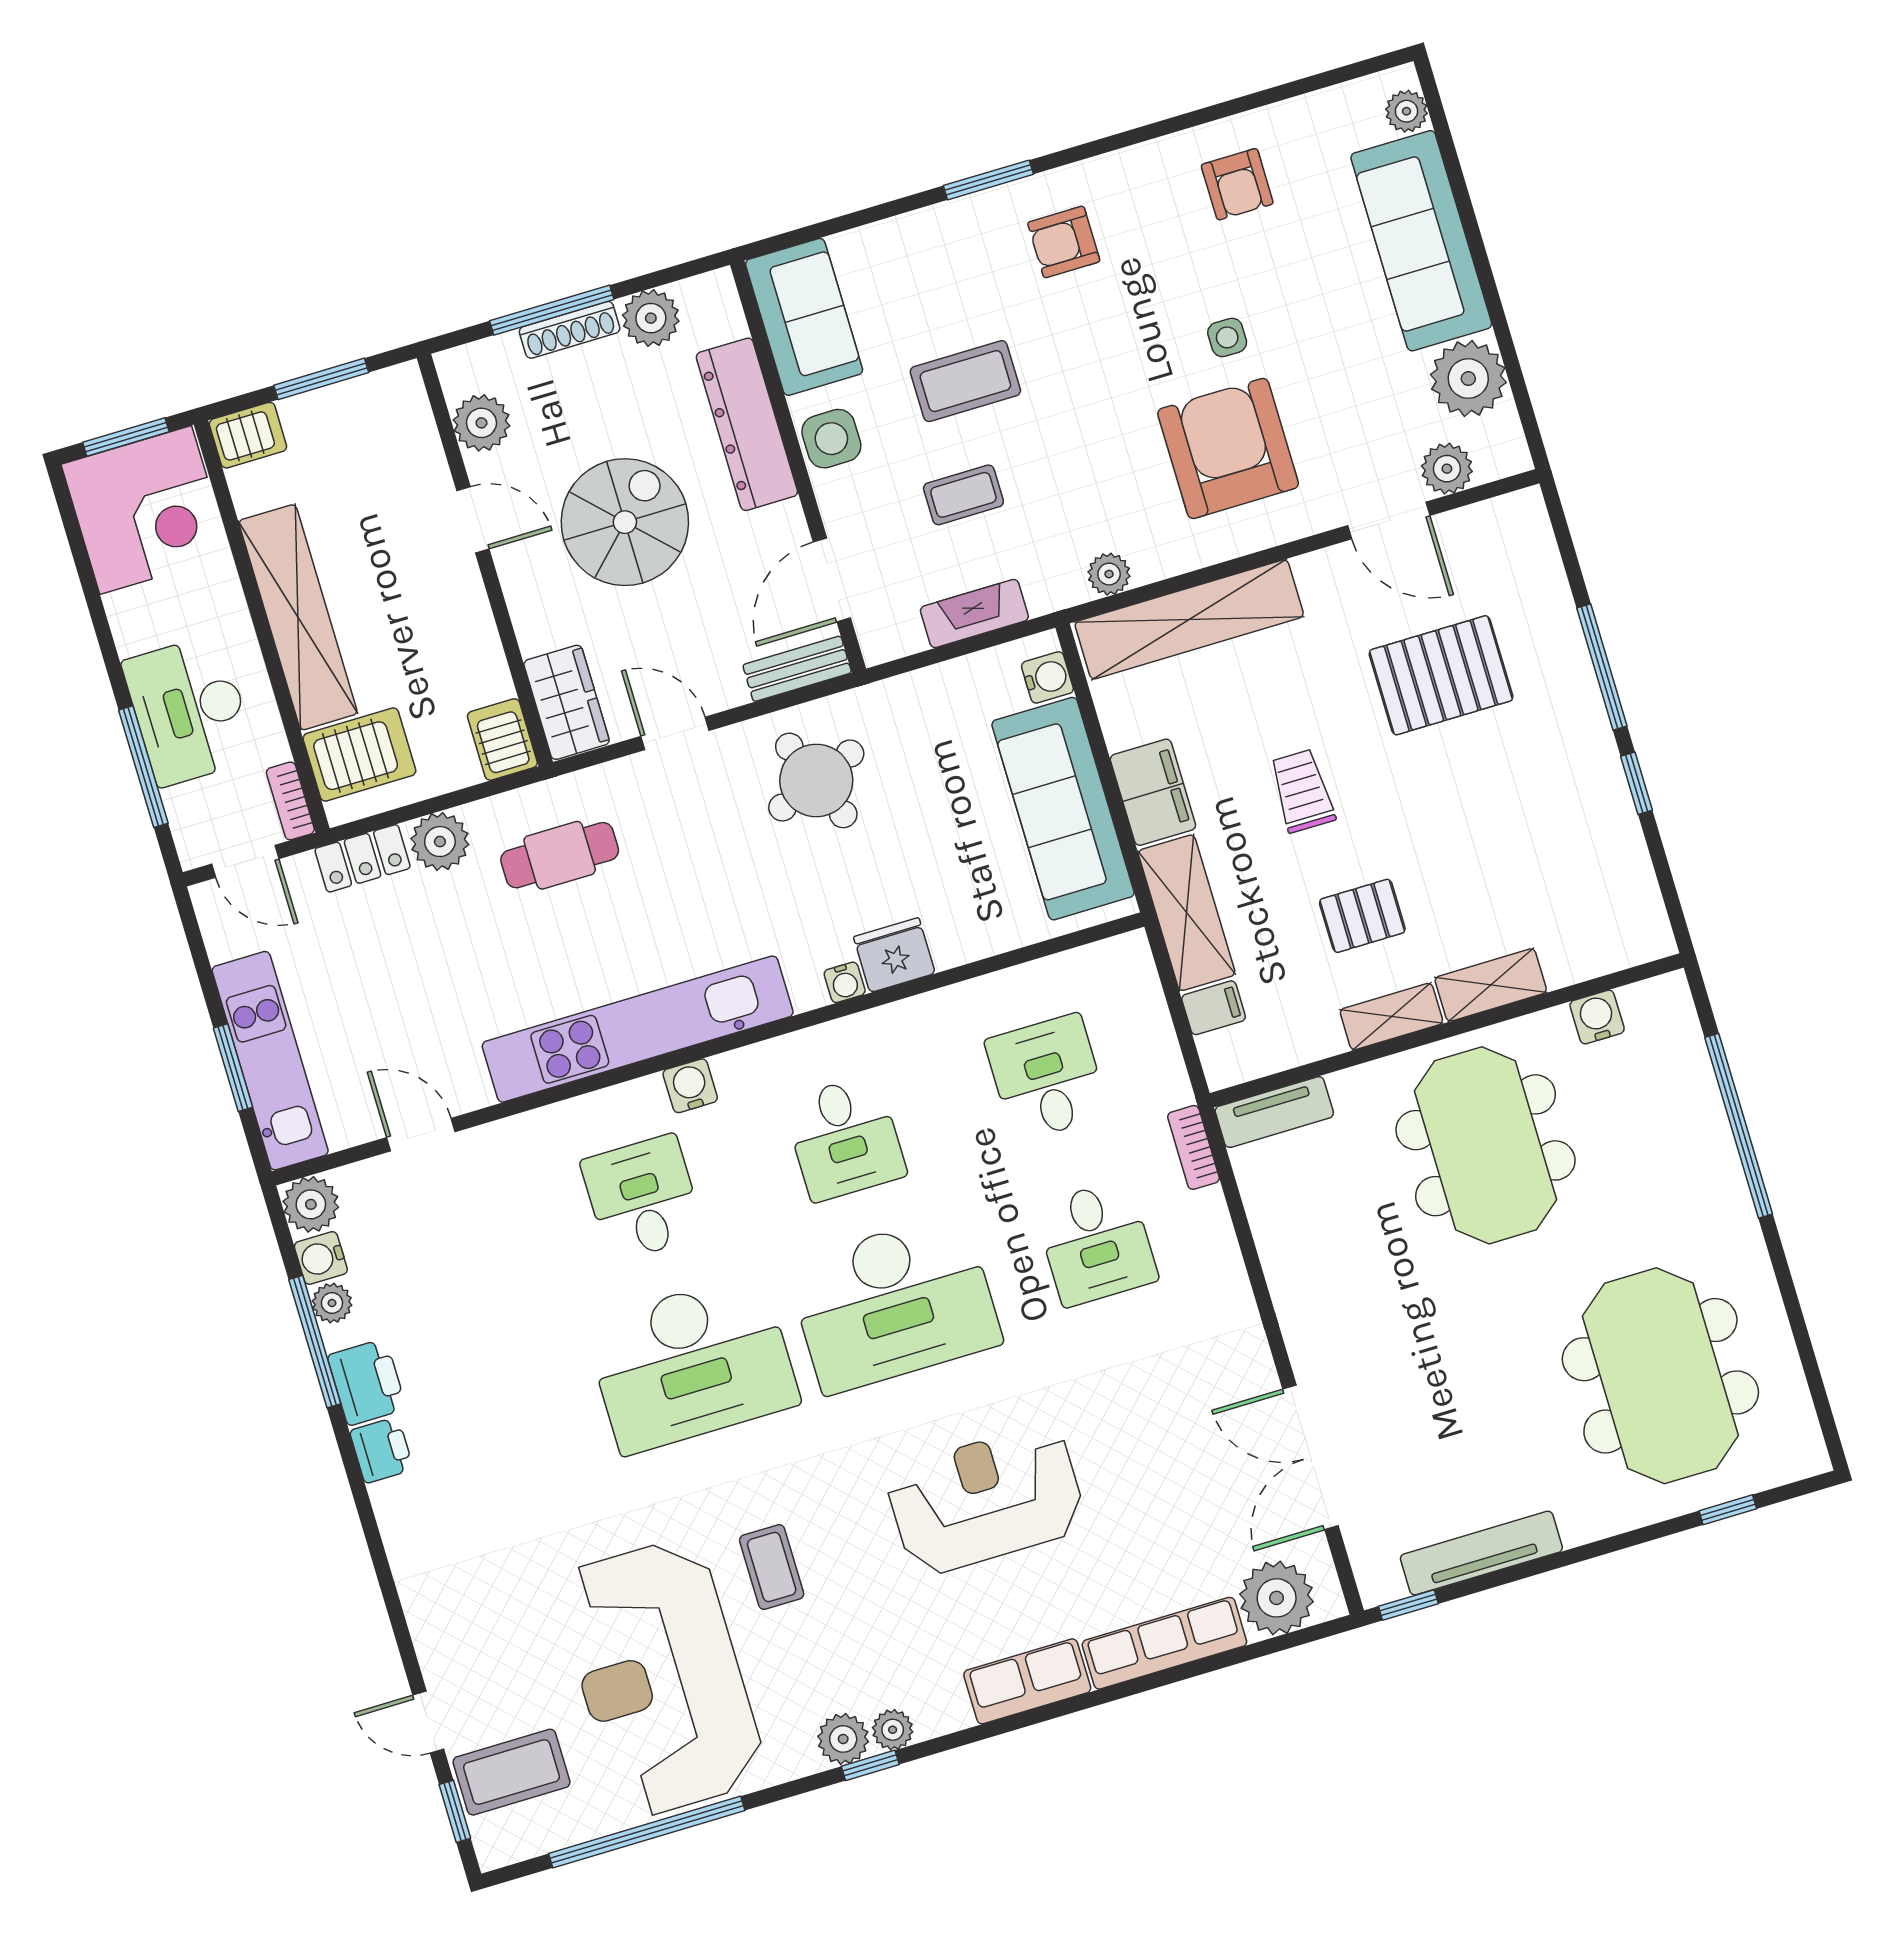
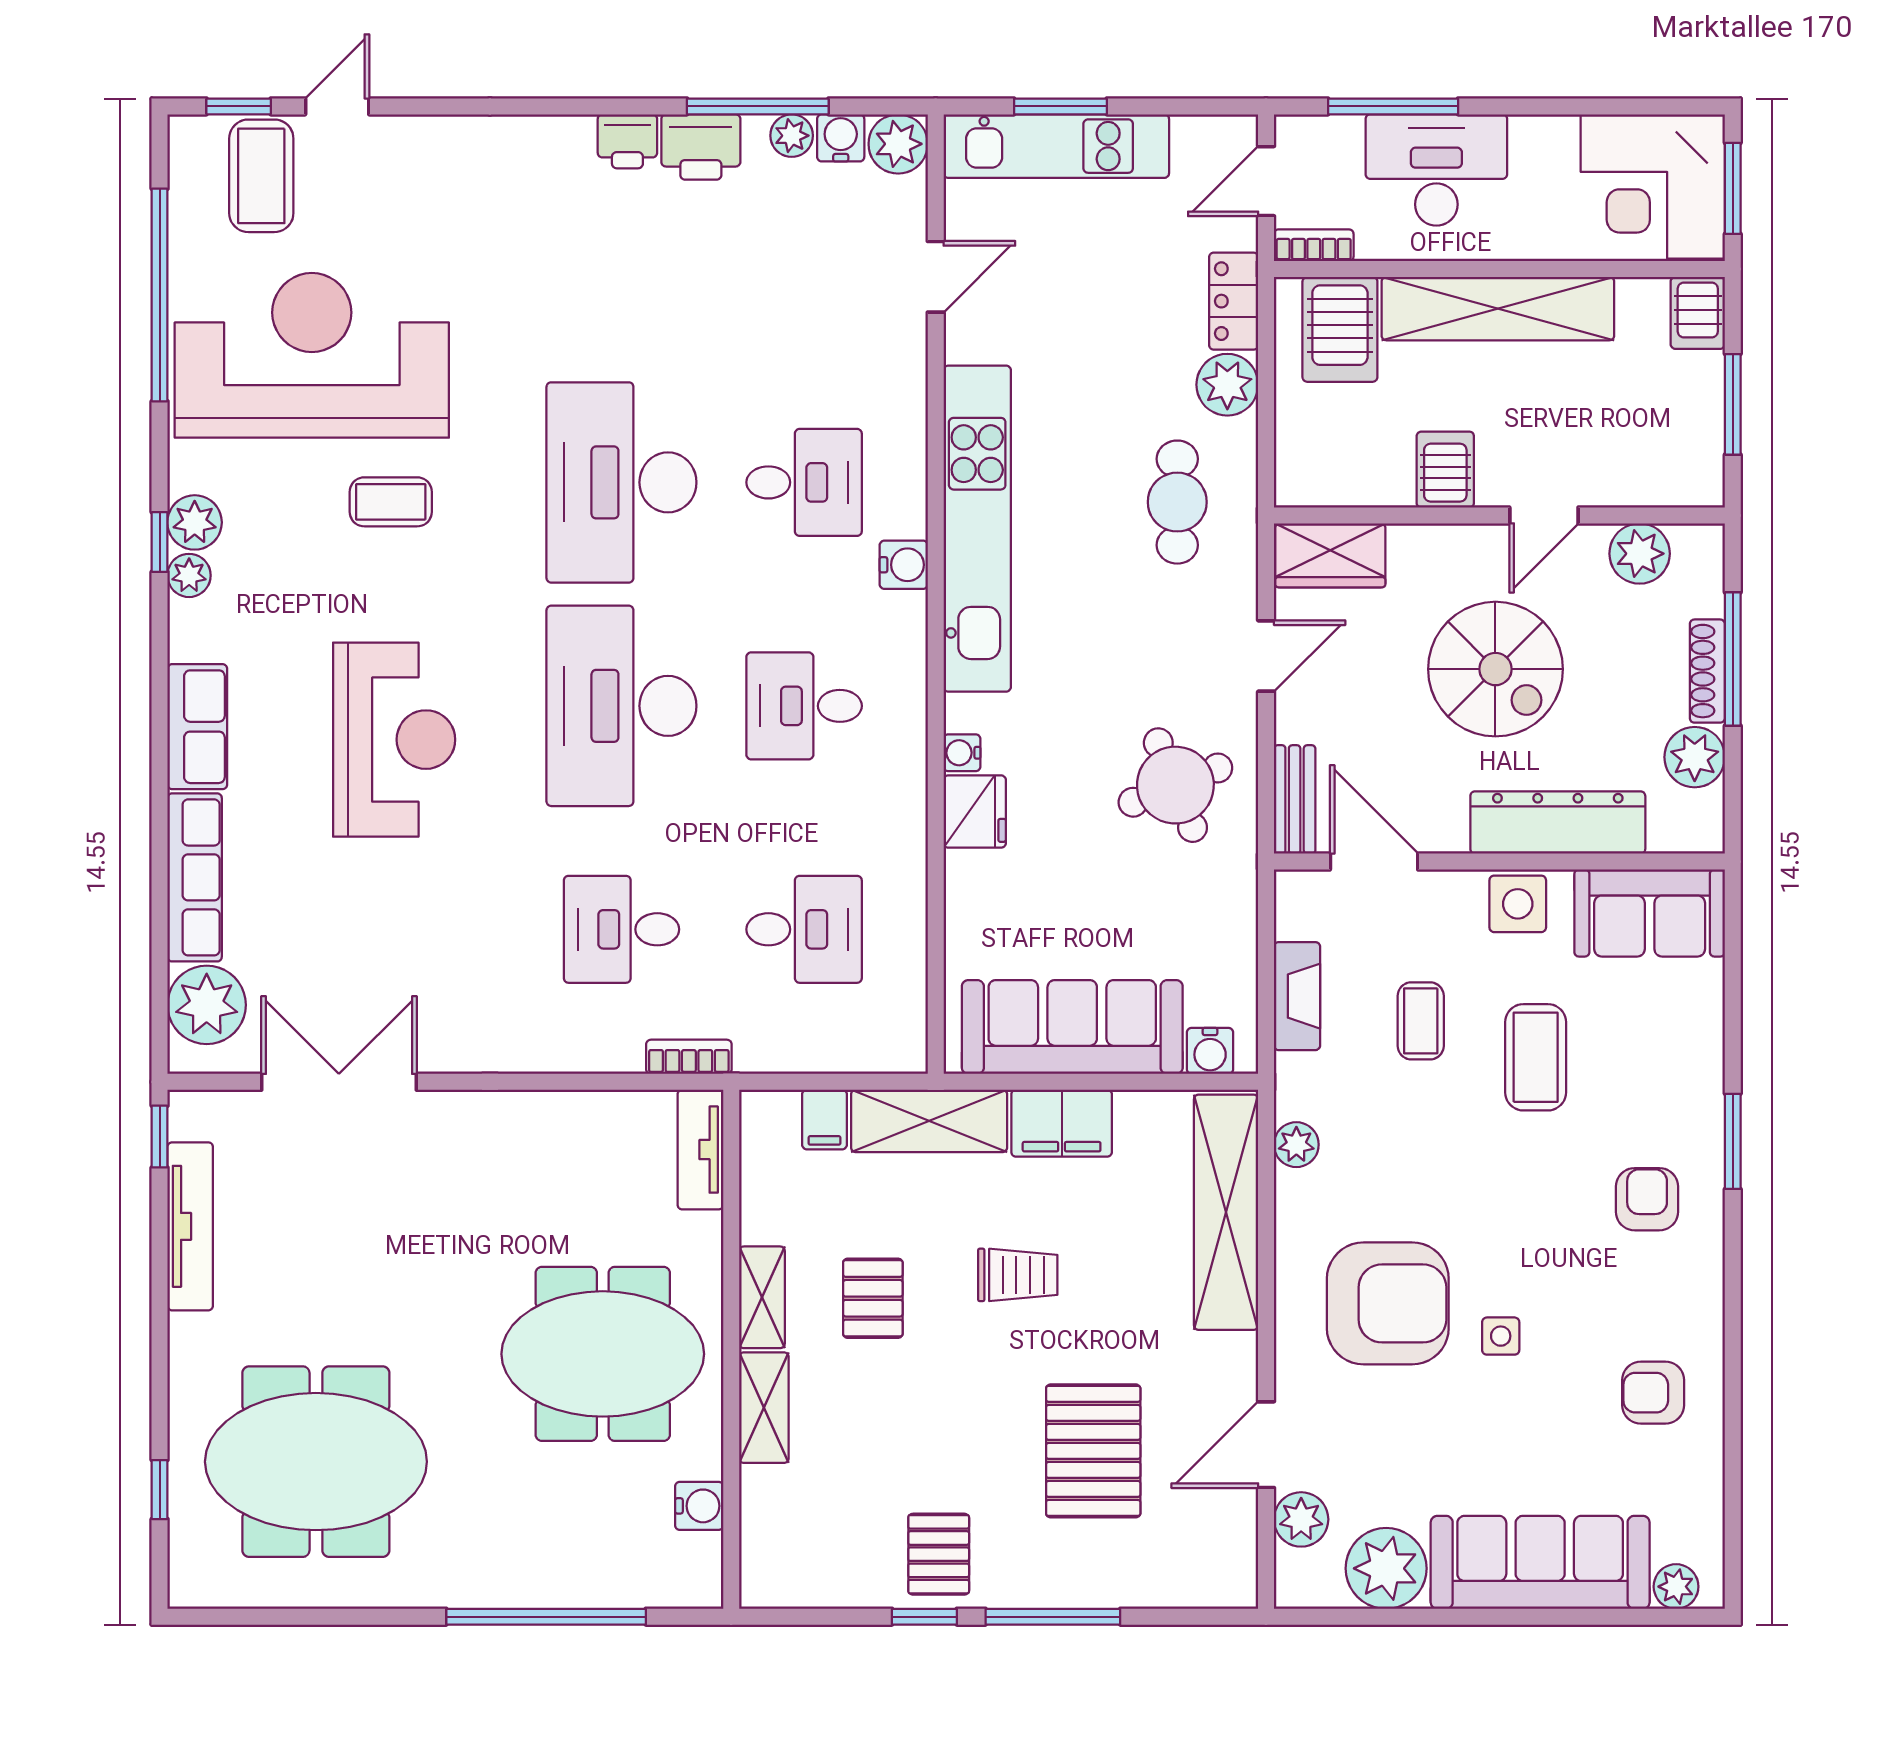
server rack: (502, 740) -> (1445, 470), moved, turned -90
pallet: (1576, 787) -> (939, 1554), added

